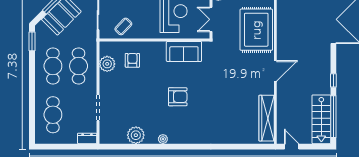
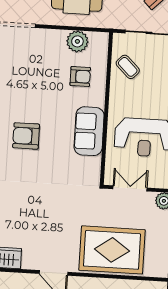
sofa: (184, 51) -> (89, 131), moved
armchair: (178, 97) -> (26, 136), turned 90

